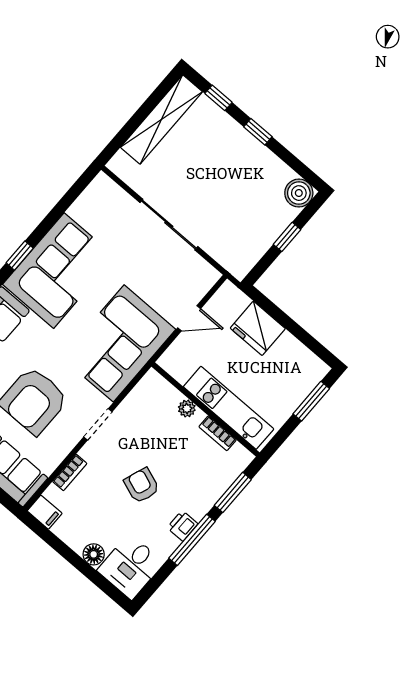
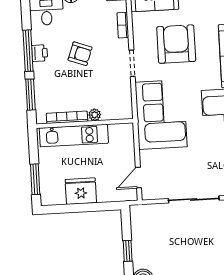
door: (189, 318) -> (138, 178), moved
fridge: (258, 328) -> (81, 191), moved
bookcase: (218, 433) -> (67, 117), width x1.56

